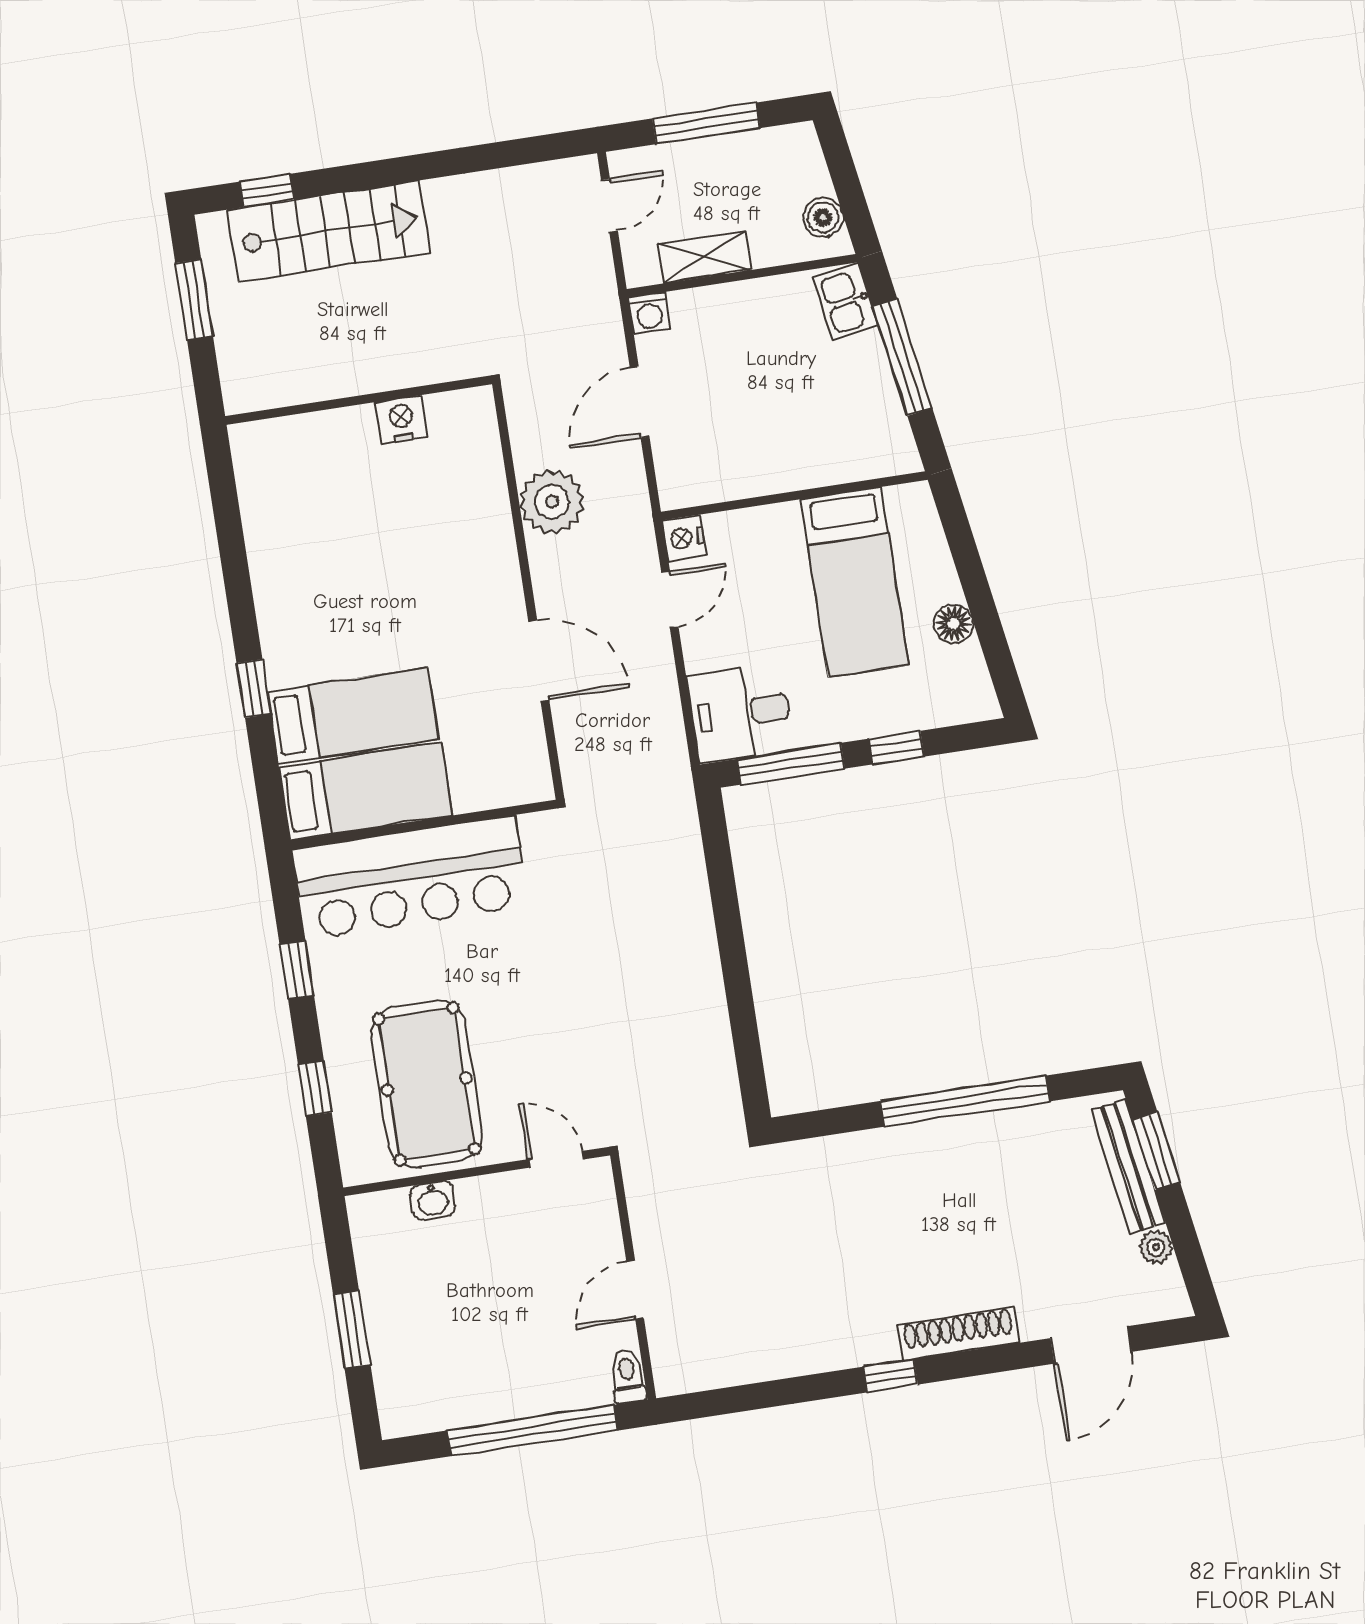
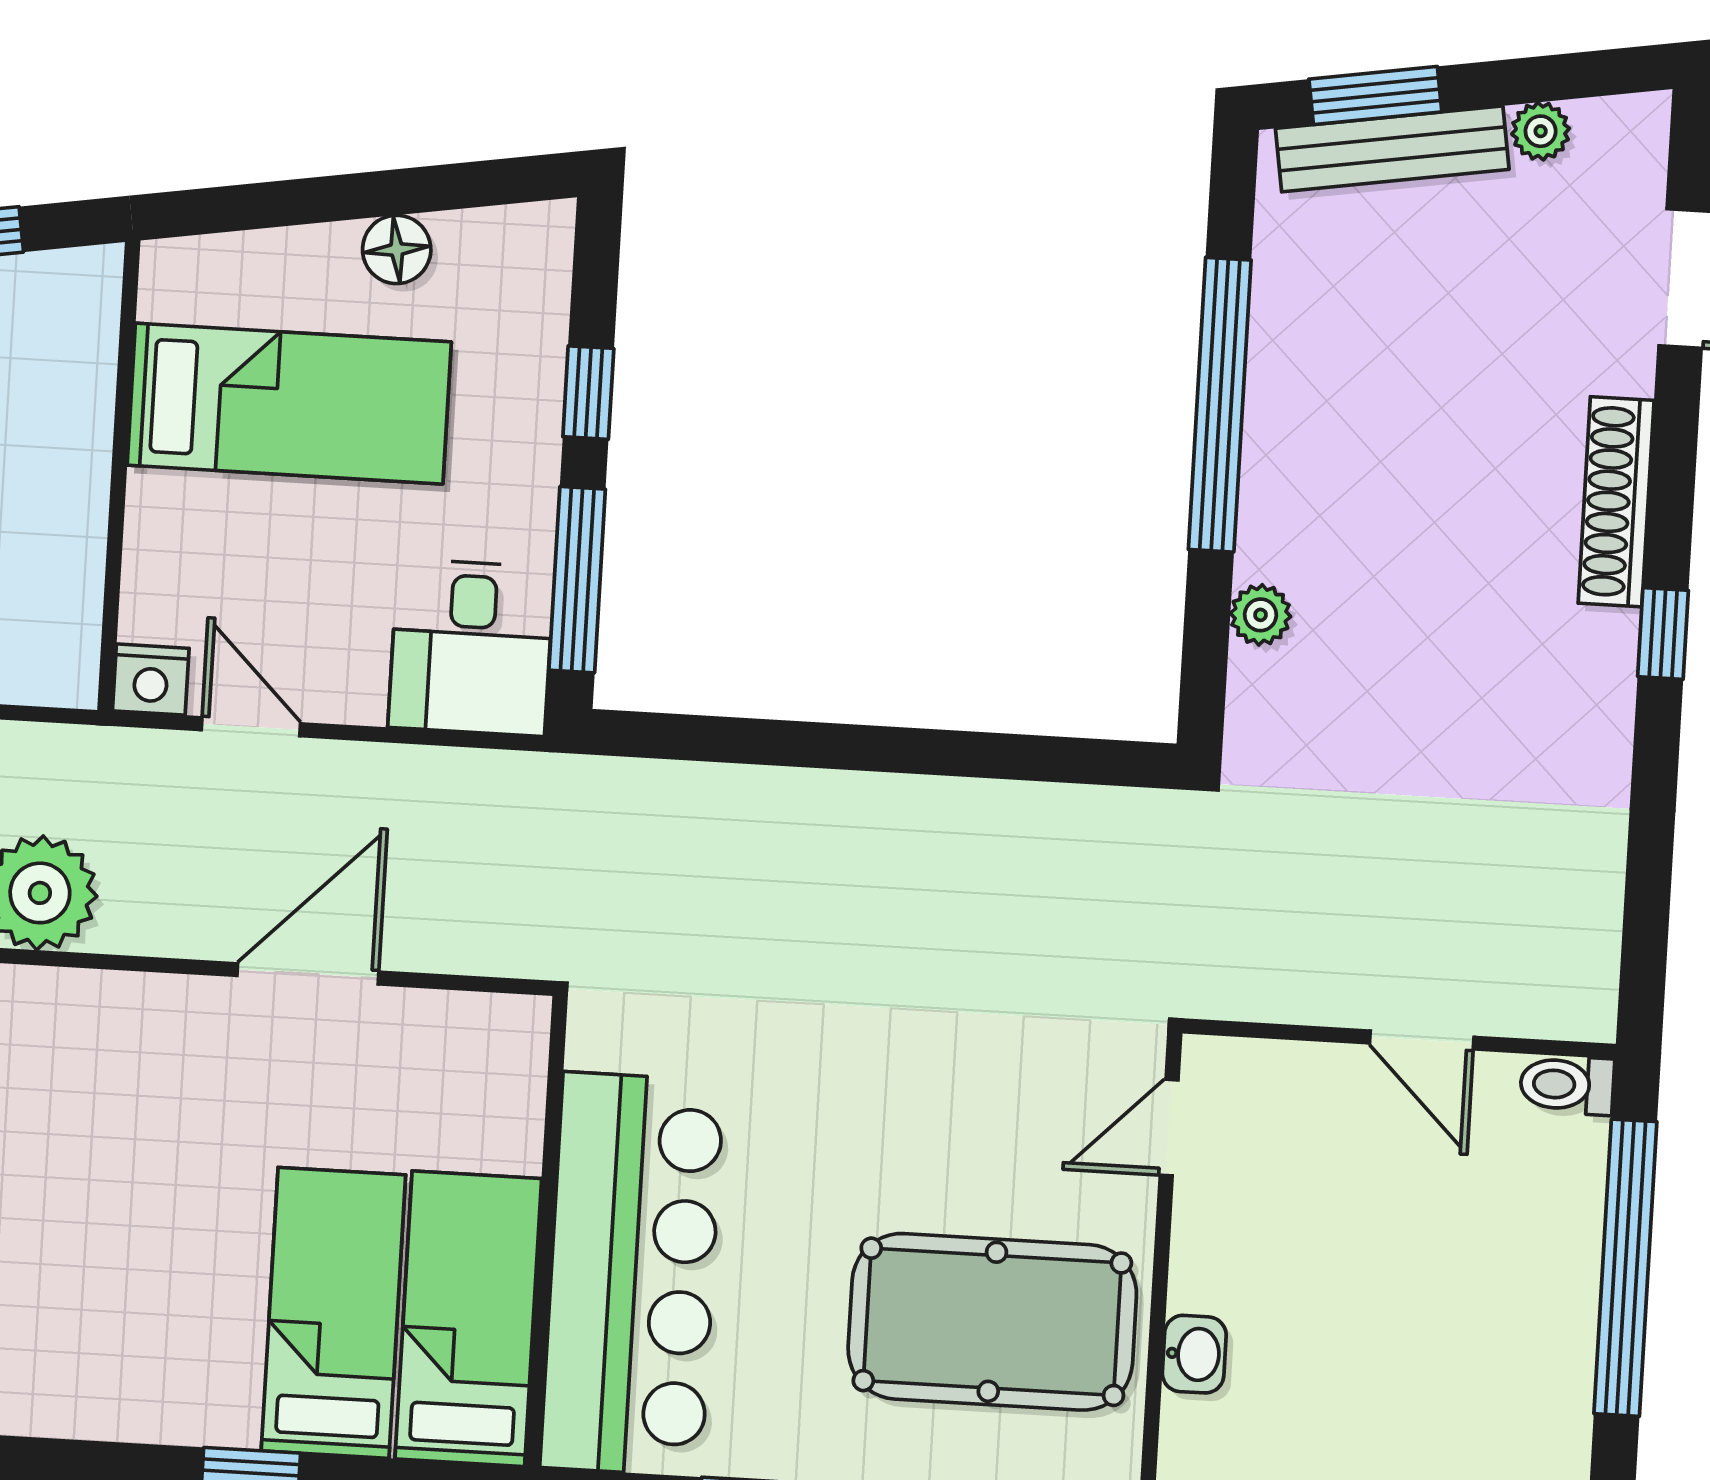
plant: (853, 1149) -> (1261, 615), added

